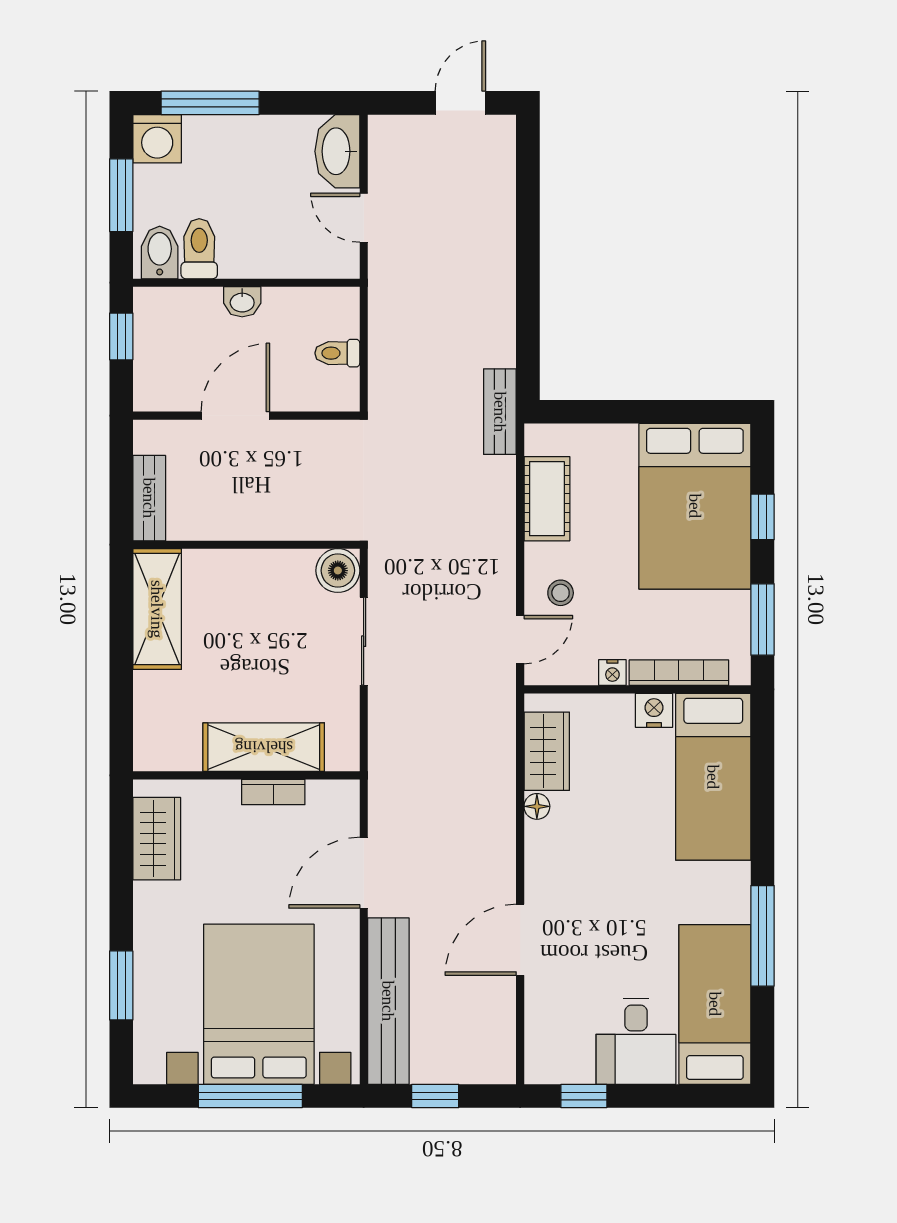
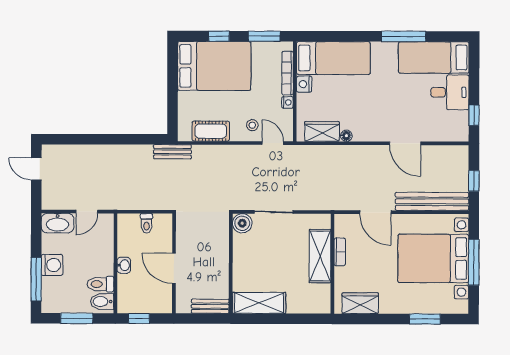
washing machine: (157, 139) -> (52, 265), moved

